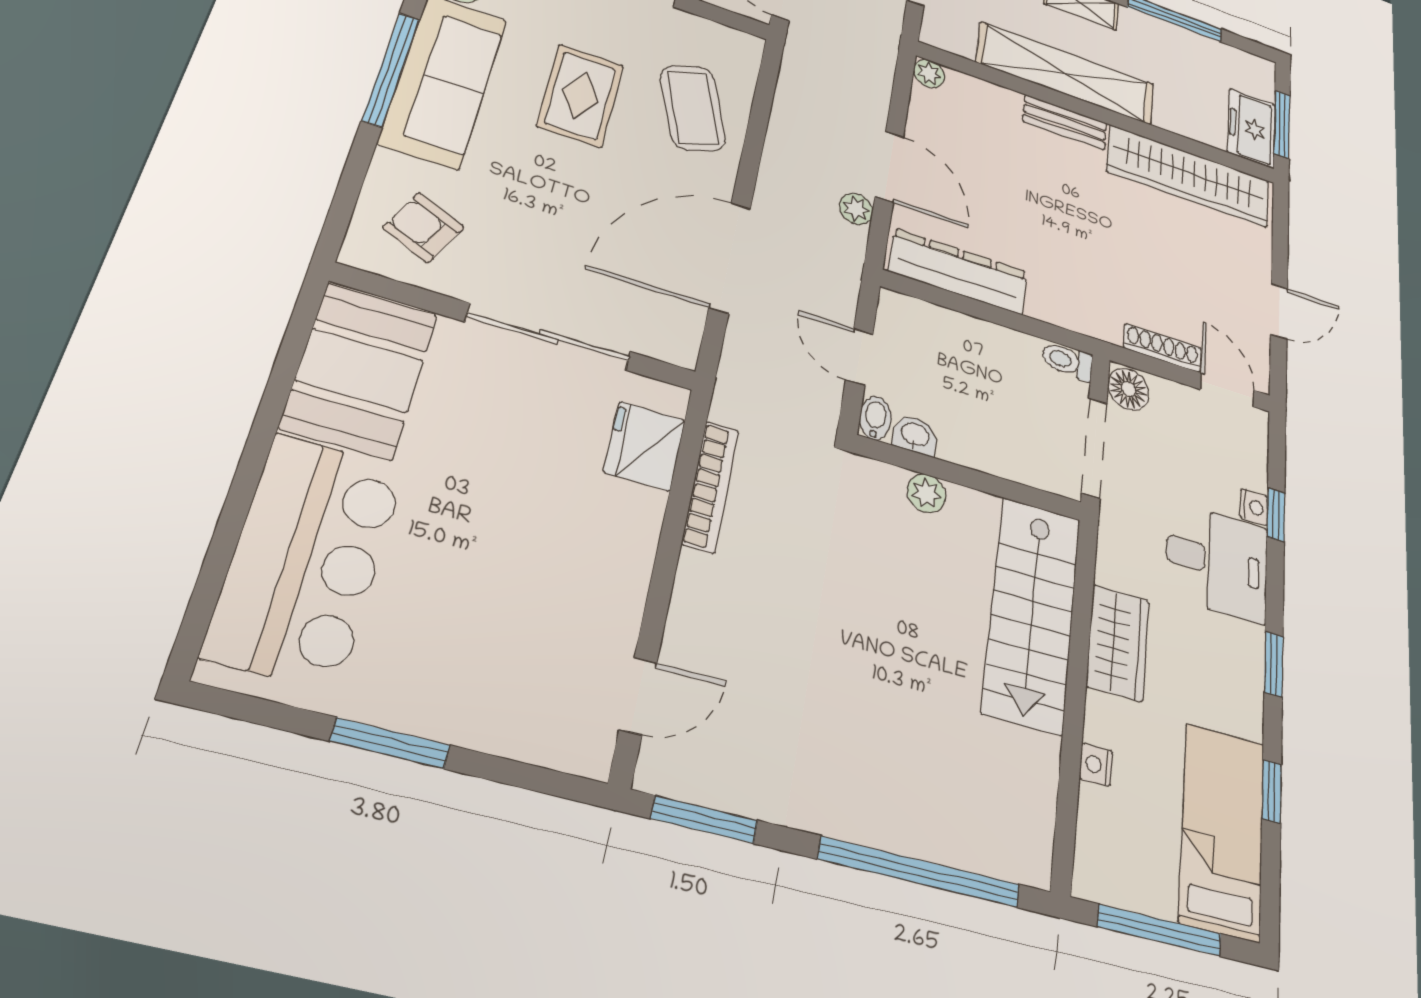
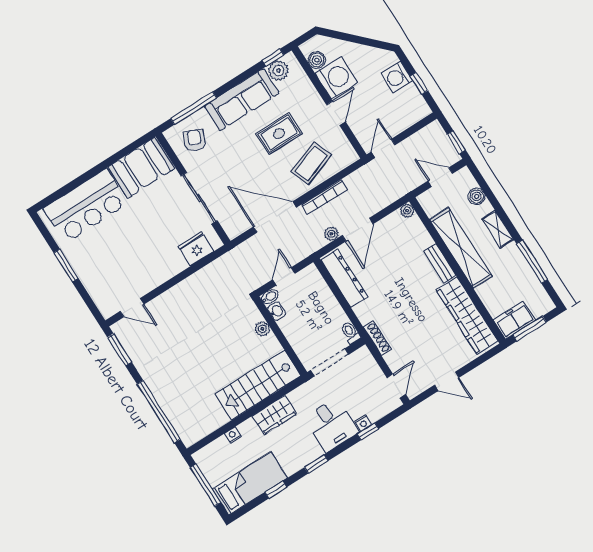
window: (391, 69) -> (194, 108), moved
shoe rack: (1163, 348) -> (377, 338), moved
floor lamp: (1128, 389) -> (361, 357), removed
bookcase: (710, 487) -> (324, 197), moved

